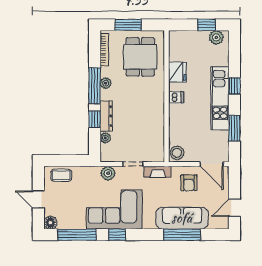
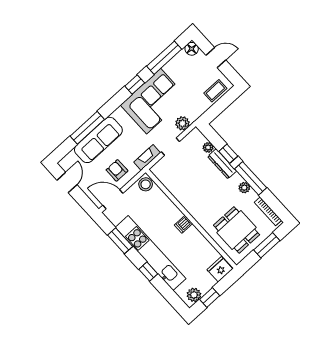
fridge: (177, 72) -> (220, 269), moved, turned 90
kitchen unit: (220, 98) -> (151, 253), width x1.36

